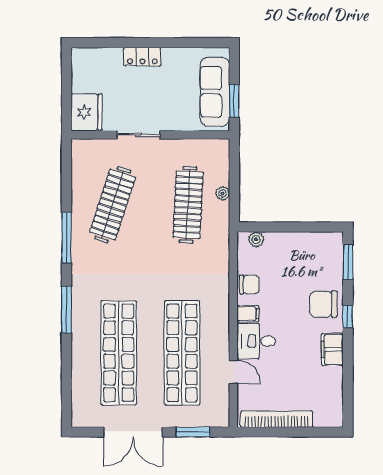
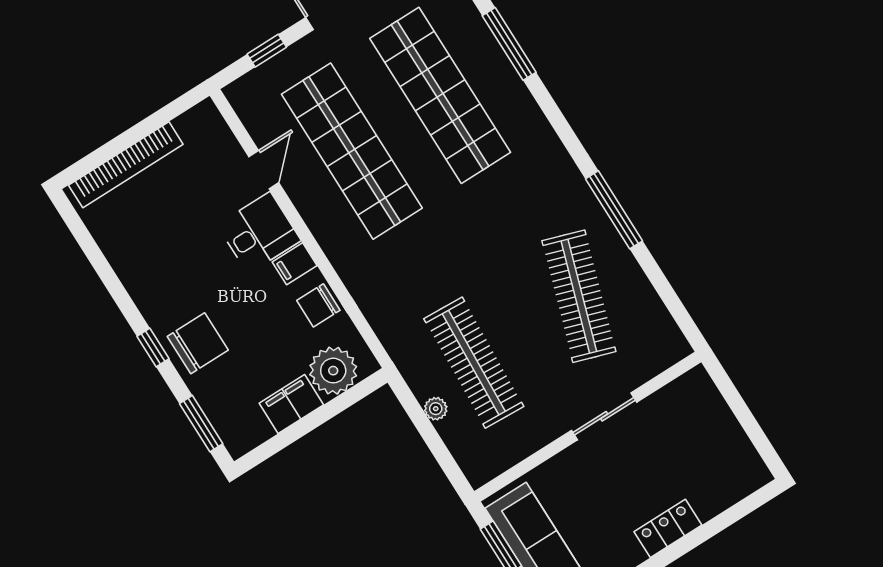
fridge: (87, 112) -> (696, 402), removed
plant: (256, 239) -> (333, 371), width x1.87, depth x1.87
window: (66, 310) -> (509, 44), moved
filing cabinet: (332, 349) -> (291, 404), moved, turned -90
door: (233, 372) -> (264, 170), swing flipped
bookcase: (277, 419) -> (126, 165), moved
window: (193, 432) -> (267, 51), width x0.67

